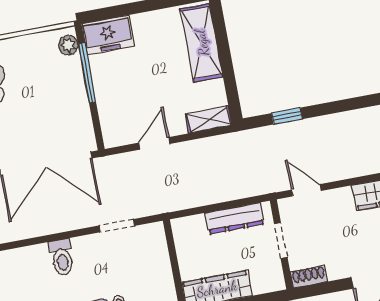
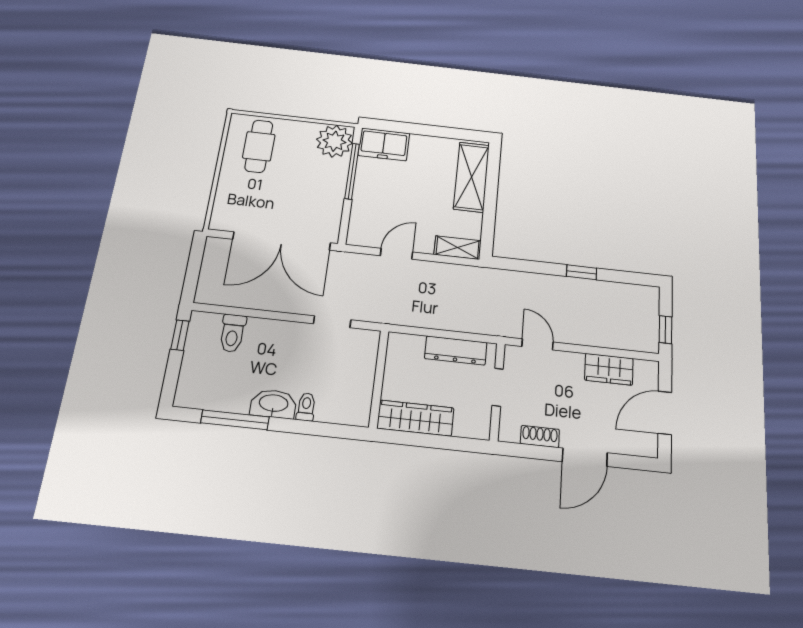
plant: (68, 45) -> (334, 141), width x1.87, depth x1.87
window: (287, 116) -> (582, 272), moved
toilet: (62, 257) -> (232, 333), moved
shoe rack: (309, 277) -> (540, 437), moved

